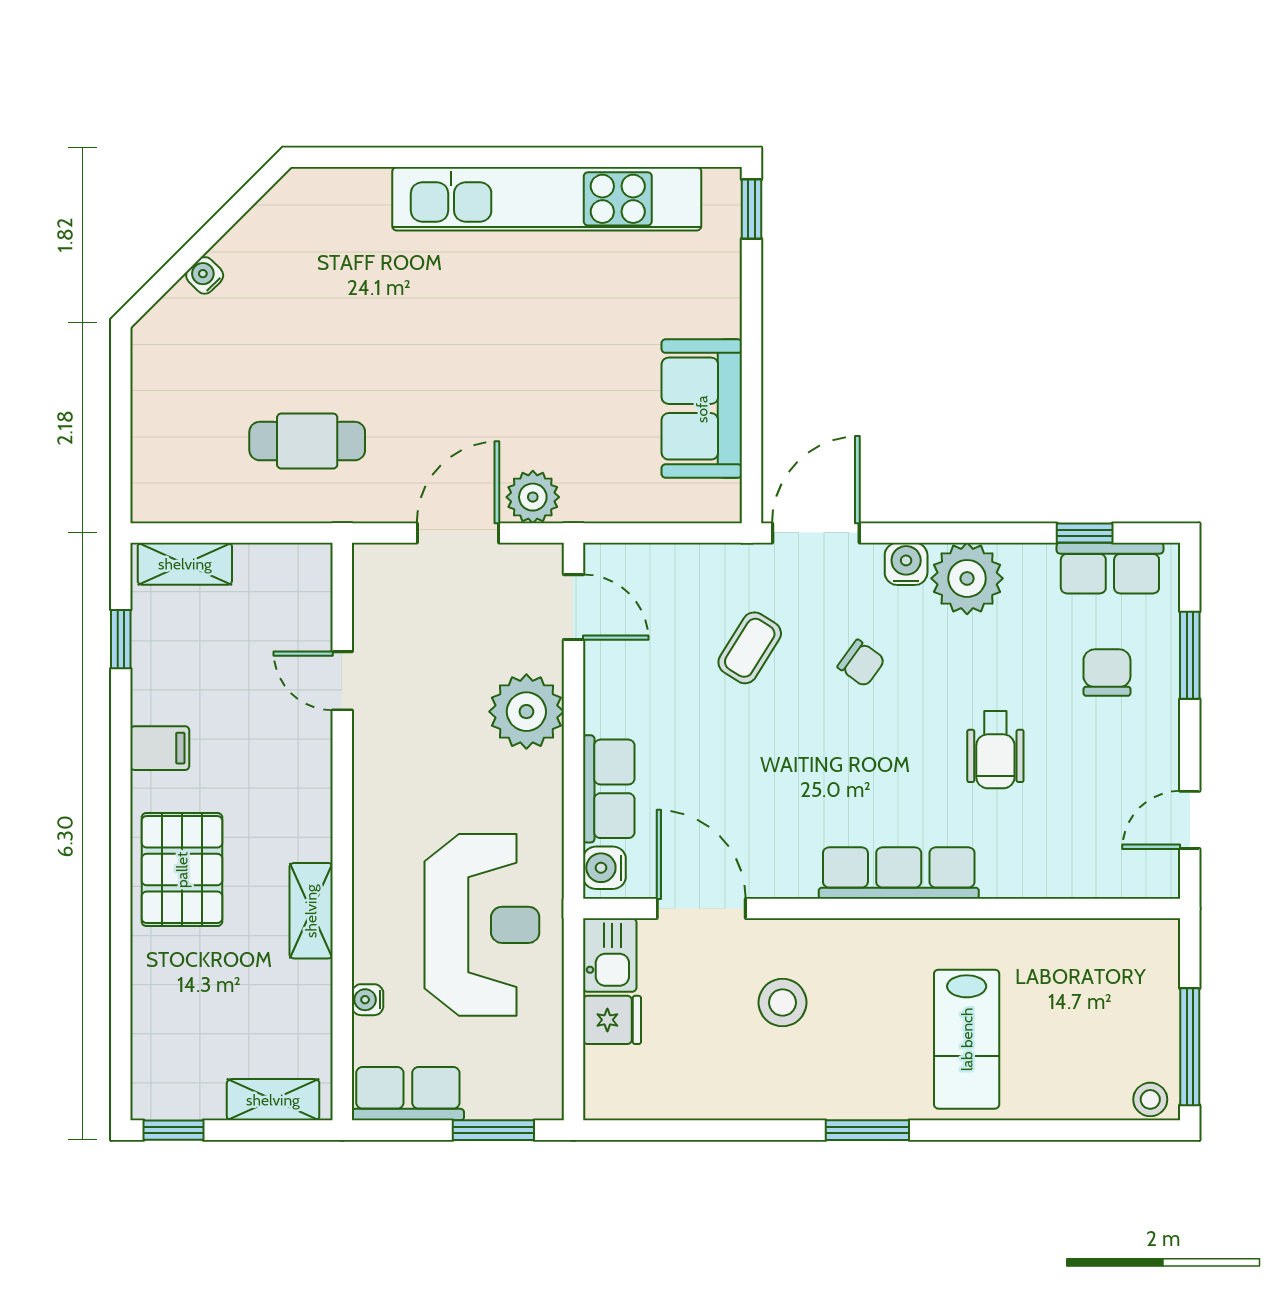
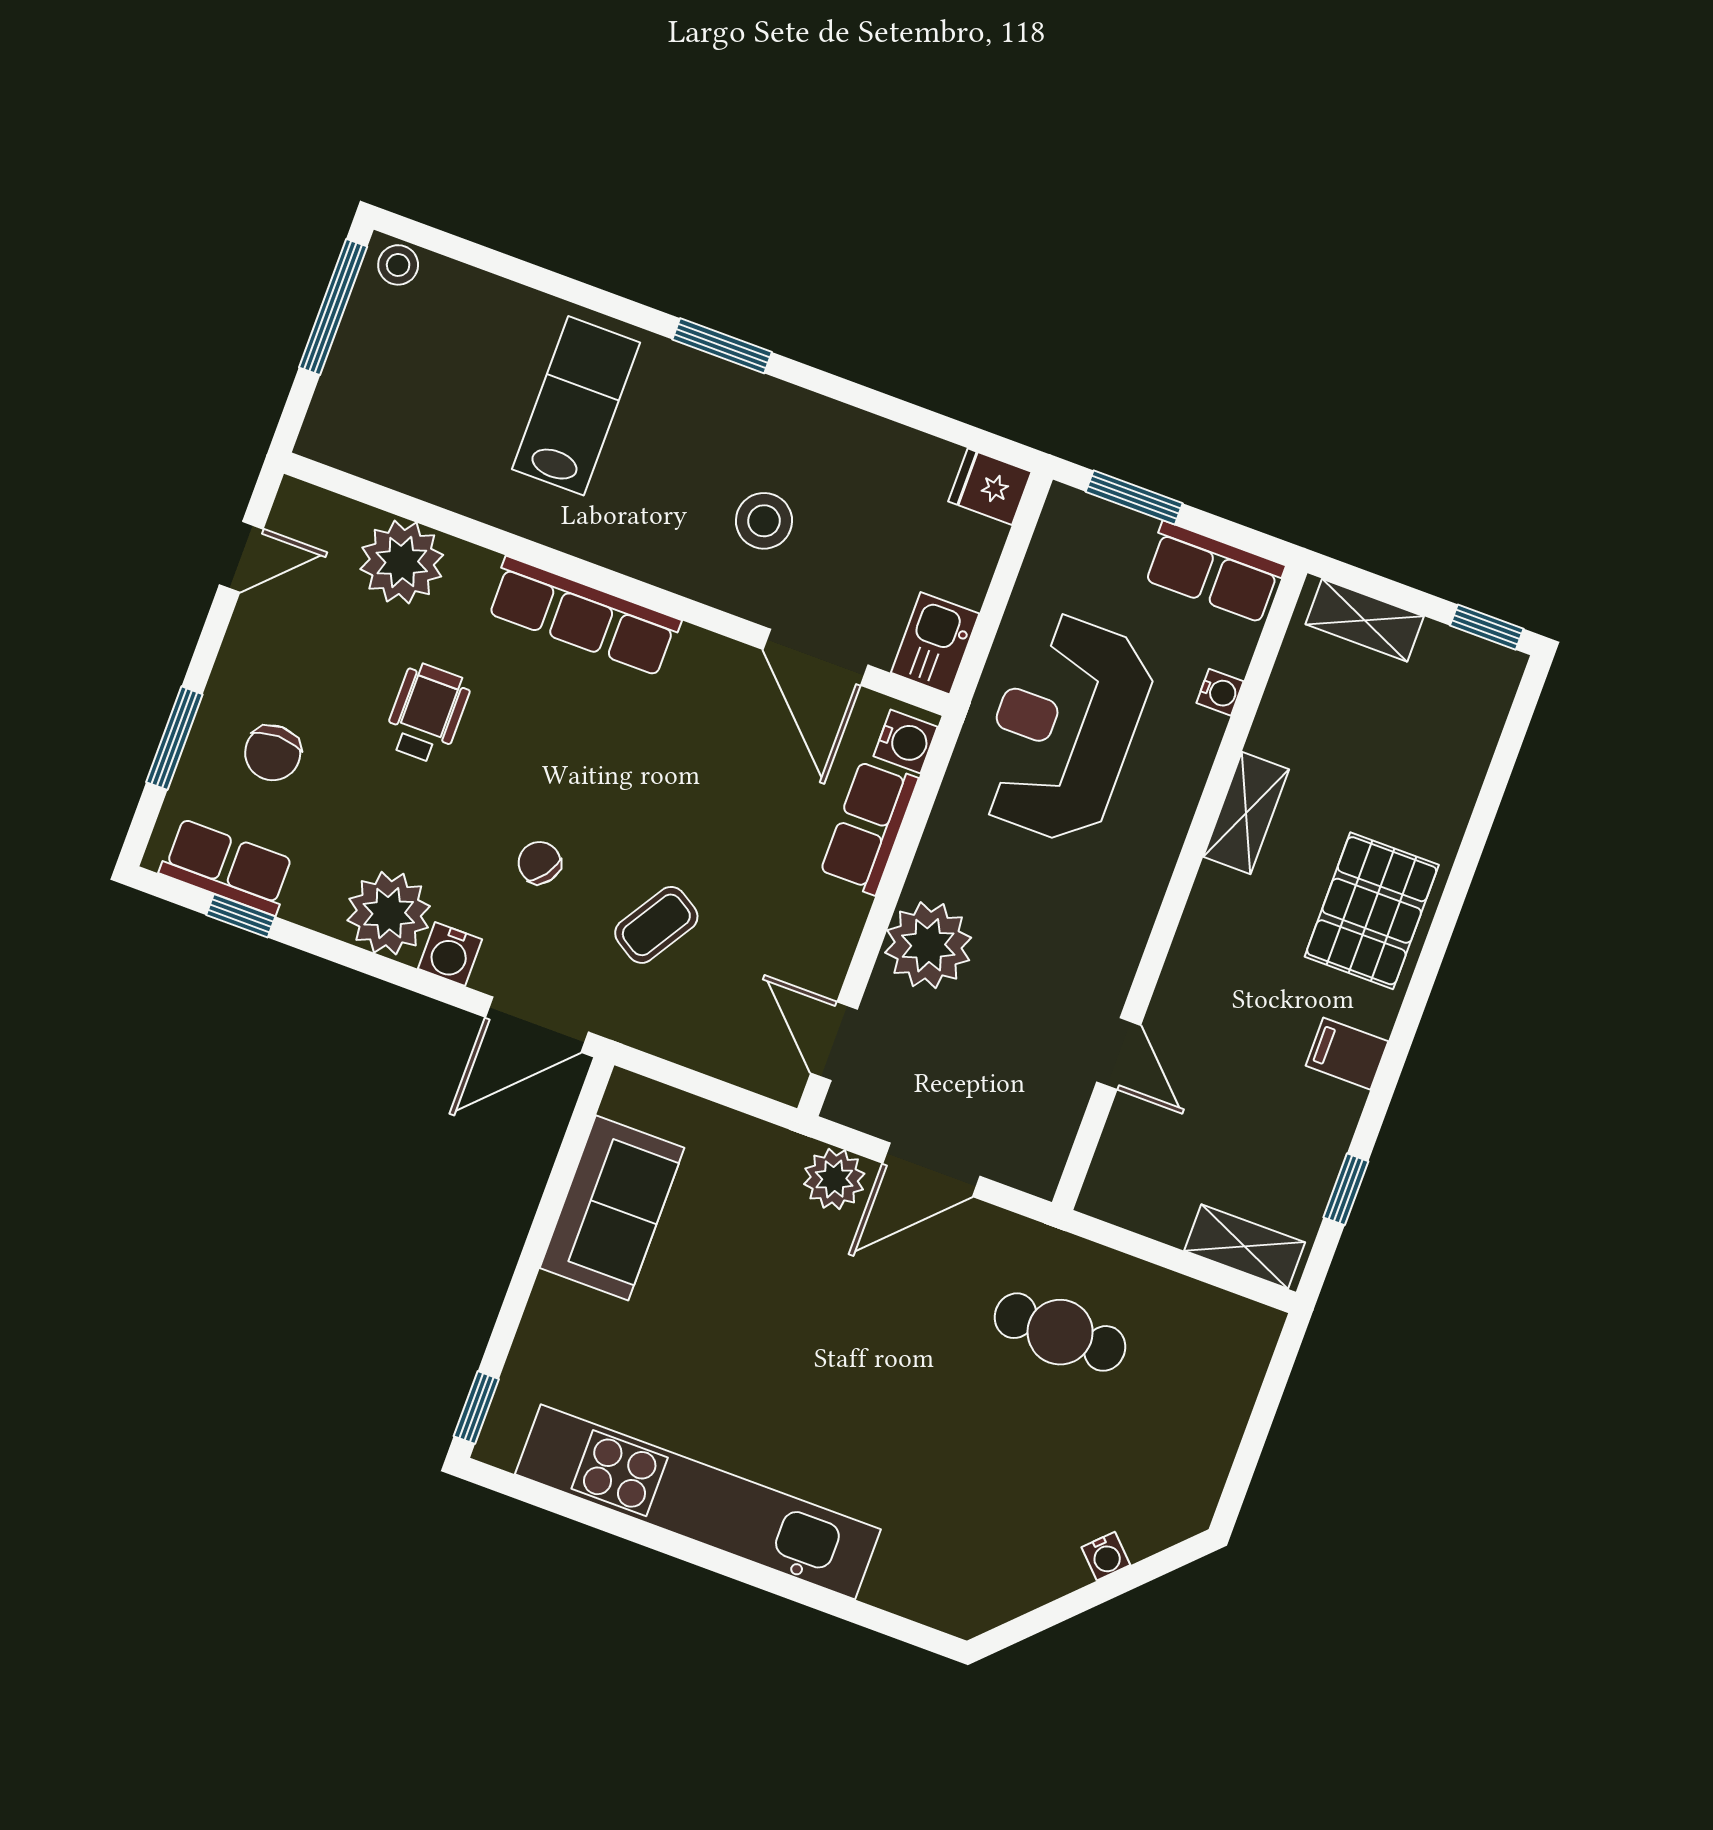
plant: (1060, 863) -> (402, 562), added
fridge: (612, 1020) -> (990, 487), moved

